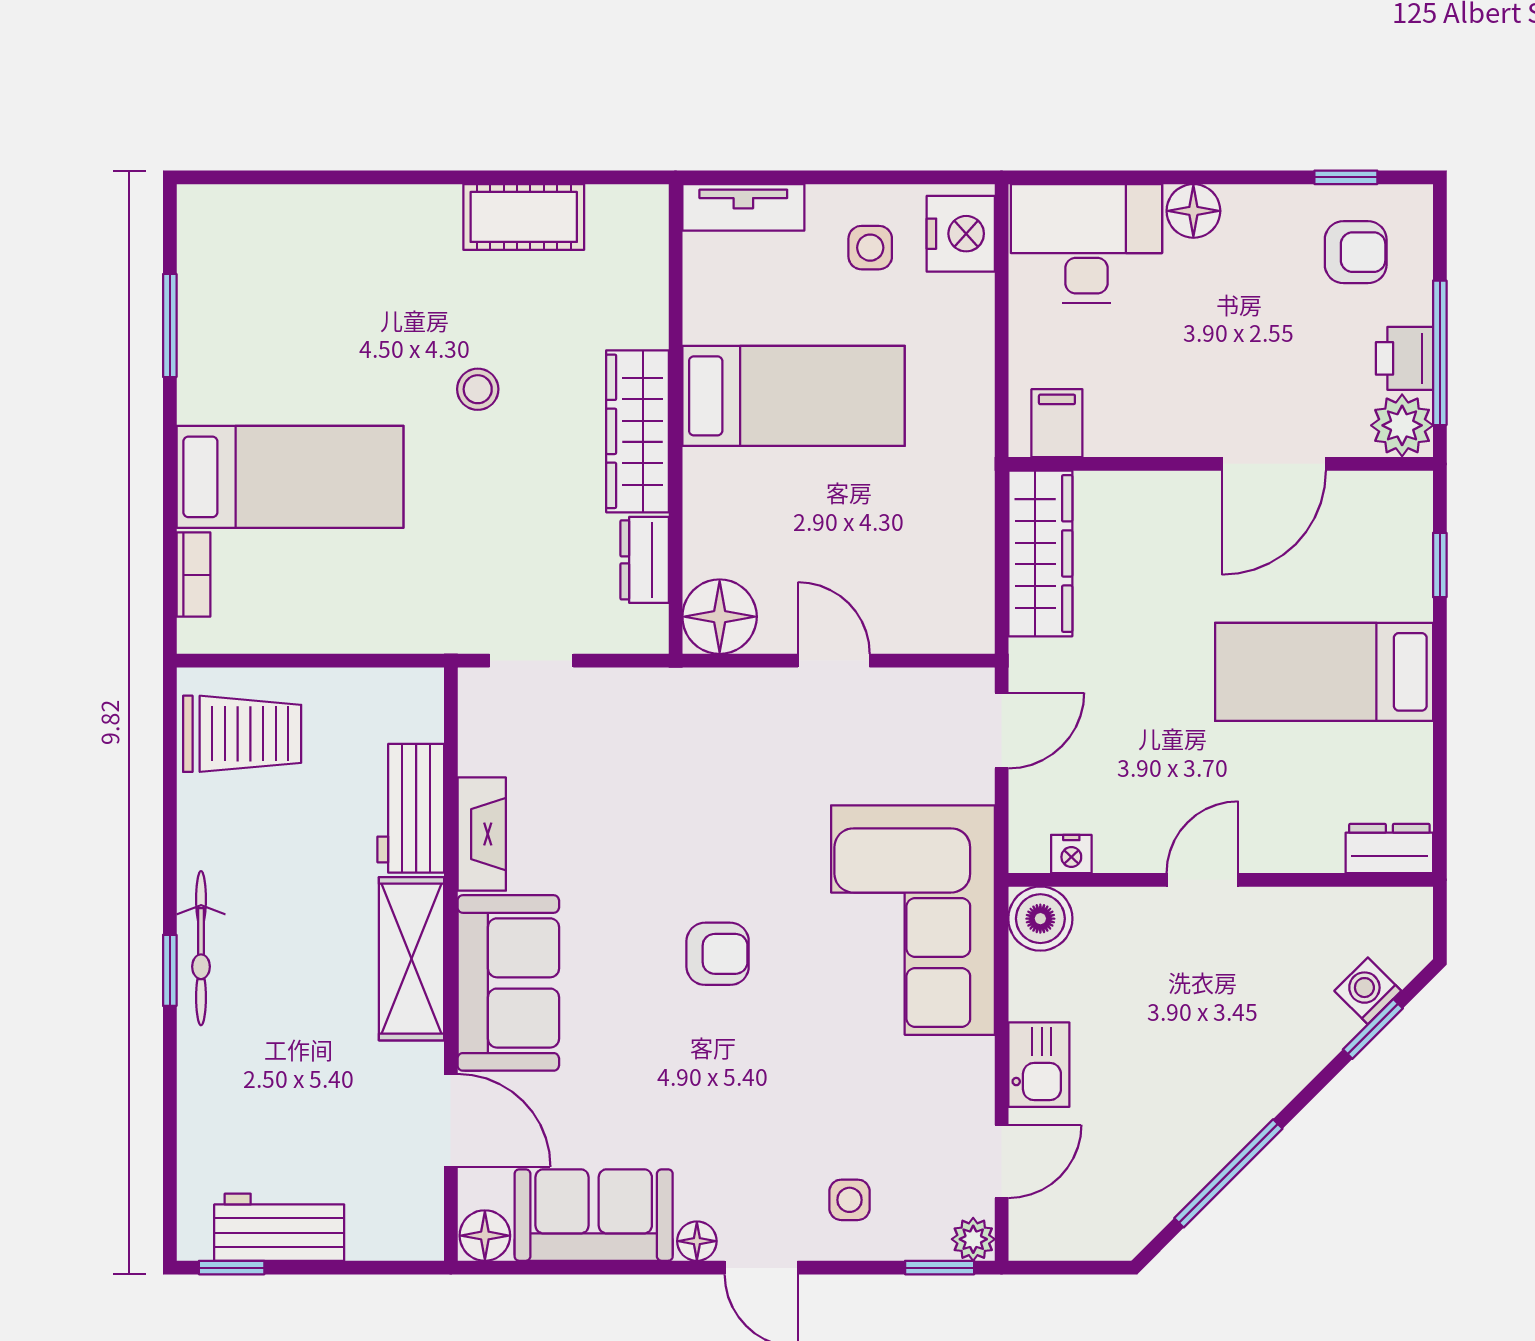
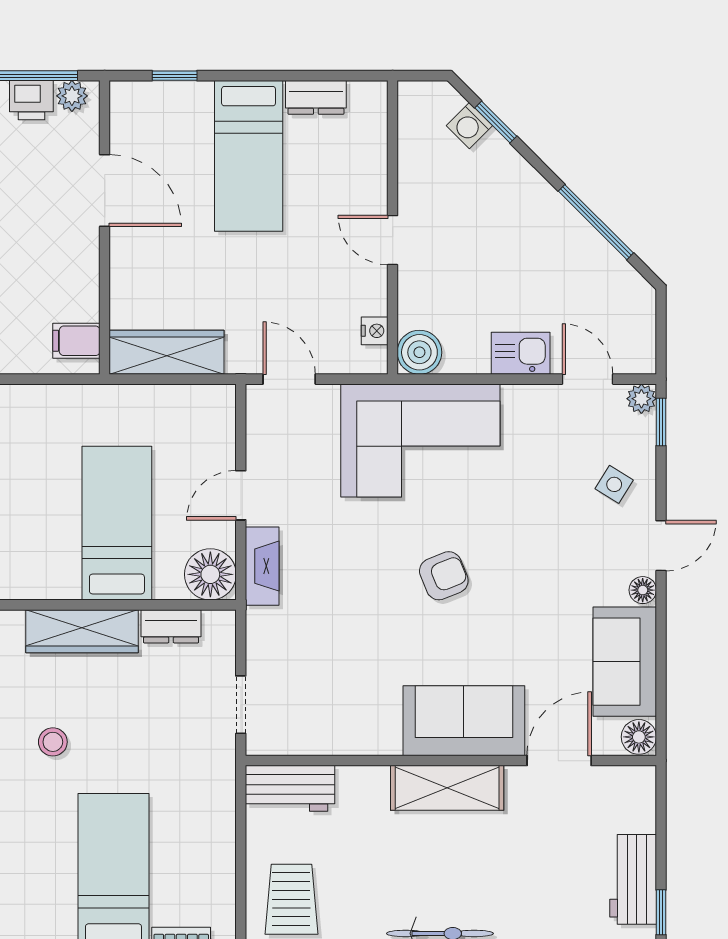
bed: (794, 396) -> (117, 523), moved
plant: (1402, 425) -> (72, 96), width x0.73, depth x0.73
workbench: (411, 808) -> (290, 788), moved
fireplace: (482, 834) -> (262, 566), moved, turned 90
dresser: (1389, 848) -> (316, 97), moved, turned -90
armchair: (718, 954) -> (444, 576), turned 68
side table: (849, 1200) -> (614, 484), turned 32

